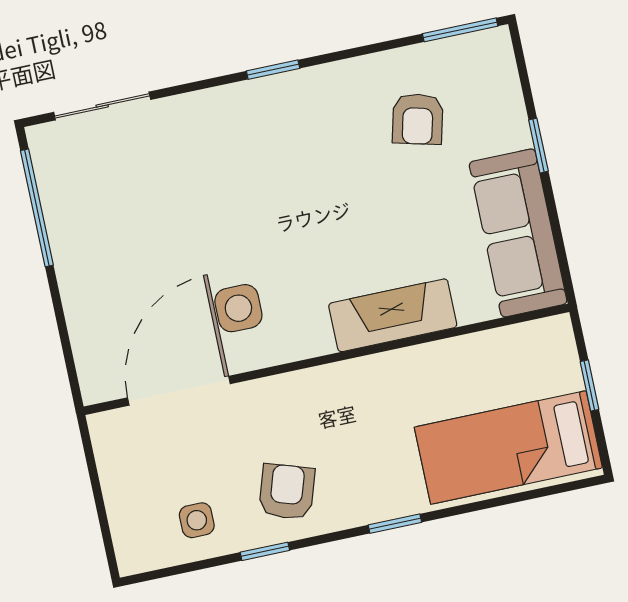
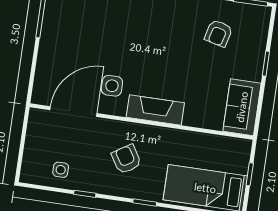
sofa: (518, 233) -> (242, 107), width x0.73
fireplace: (393, 315) -> (155, 110), moved
armchair: (287, 492) -> (126, 159), moved, turned -50

